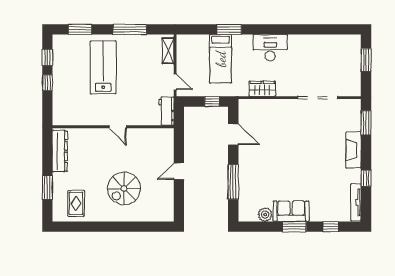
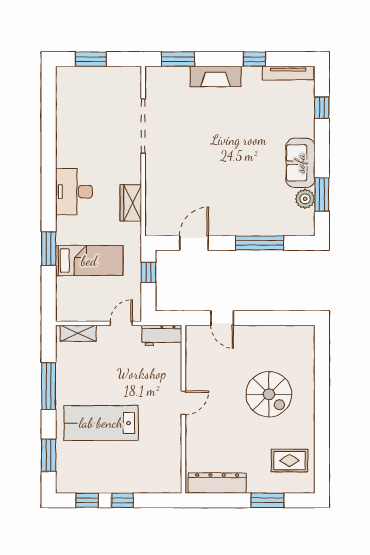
door: (179, 171) -> (222, 318), moved
window: (294, 227) -> (322, 194), moved

